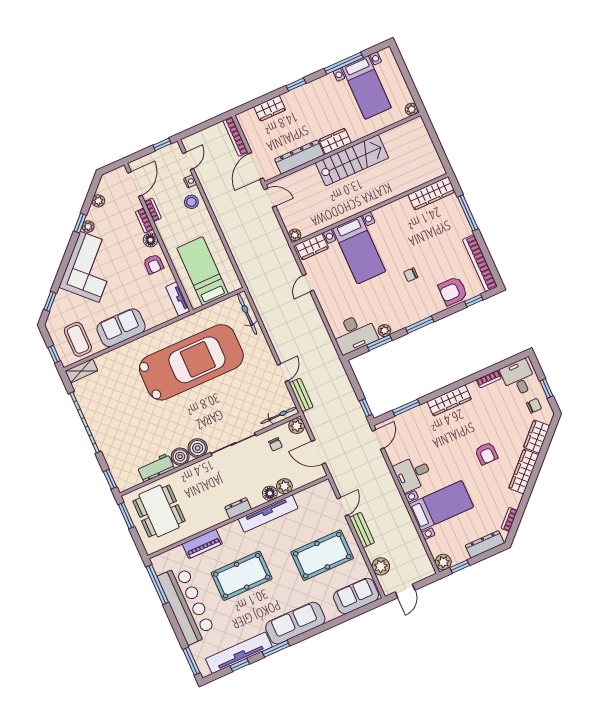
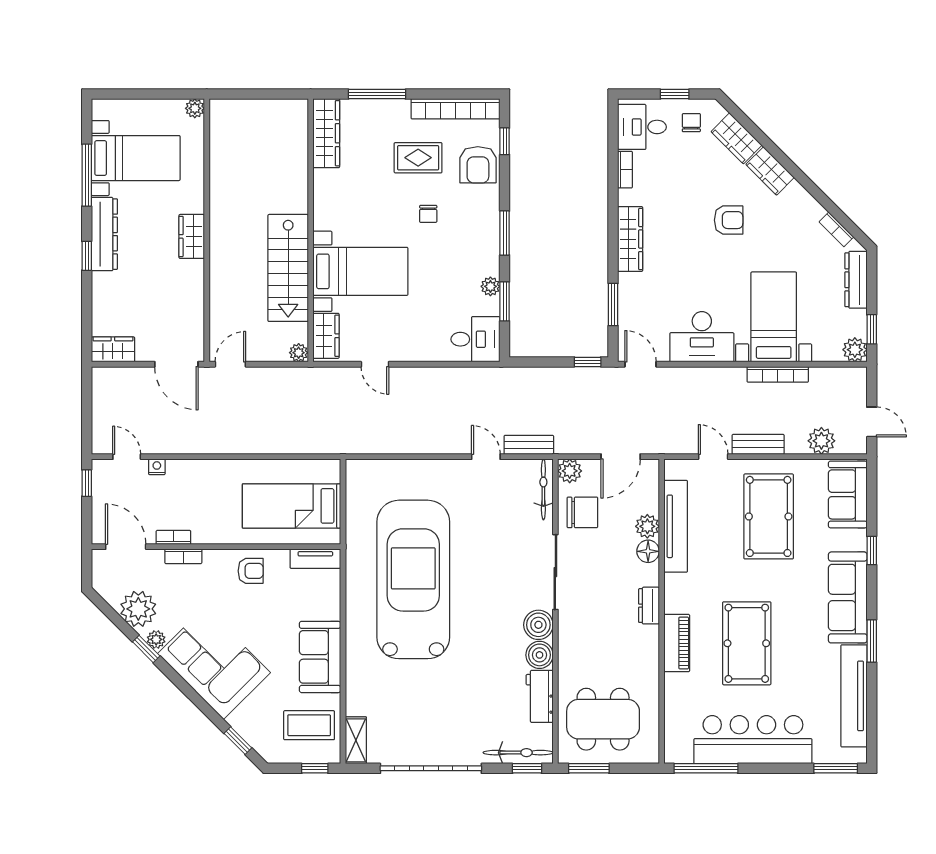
wardrobe: (270, 108) -> (113, 349), moved, turned -90
bookcase: (235, 136) -> (778, 374), moved
dresser: (299, 157) -> (104, 234), moved, turned 180
stairs: (352, 160) -> (288, 268), moved, turned 180
plant: (98, 201) -> (138, 609), width x1.88, depth x1.88
stool: (191, 202) -> (187, 478), removed
floor lamp: (150, 240) -> (215, 560), removed
rug: (441, 254) -> (418, 158), added
bicycle: (247, 314) -> (518, 753), moved, turned 180
desk: (354, 333) -> (475, 339), width x0.73
chair: (275, 444) -> (582, 512), width x1.87, depth x1.87
wardrobe: (524, 471) -> (770, 171), width x0.67
desk: (413, 474) -> (702, 337), width x1.37
tv unit: (268, 514) -> (676, 526), moved
piano: (202, 544) -> (677, 643), moved
window: (240, 665) -> (872, 550), moved

